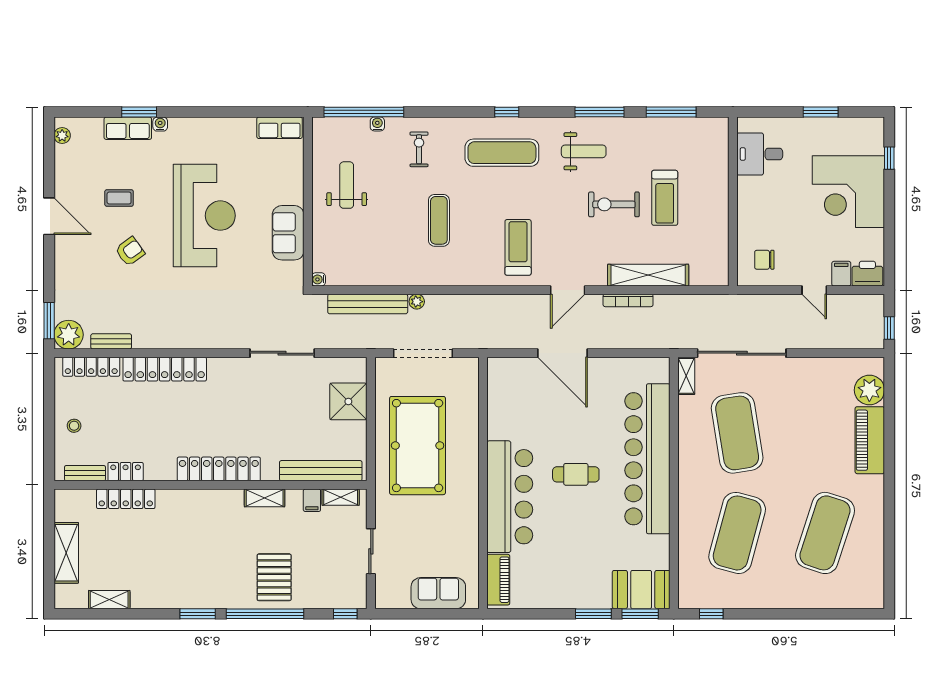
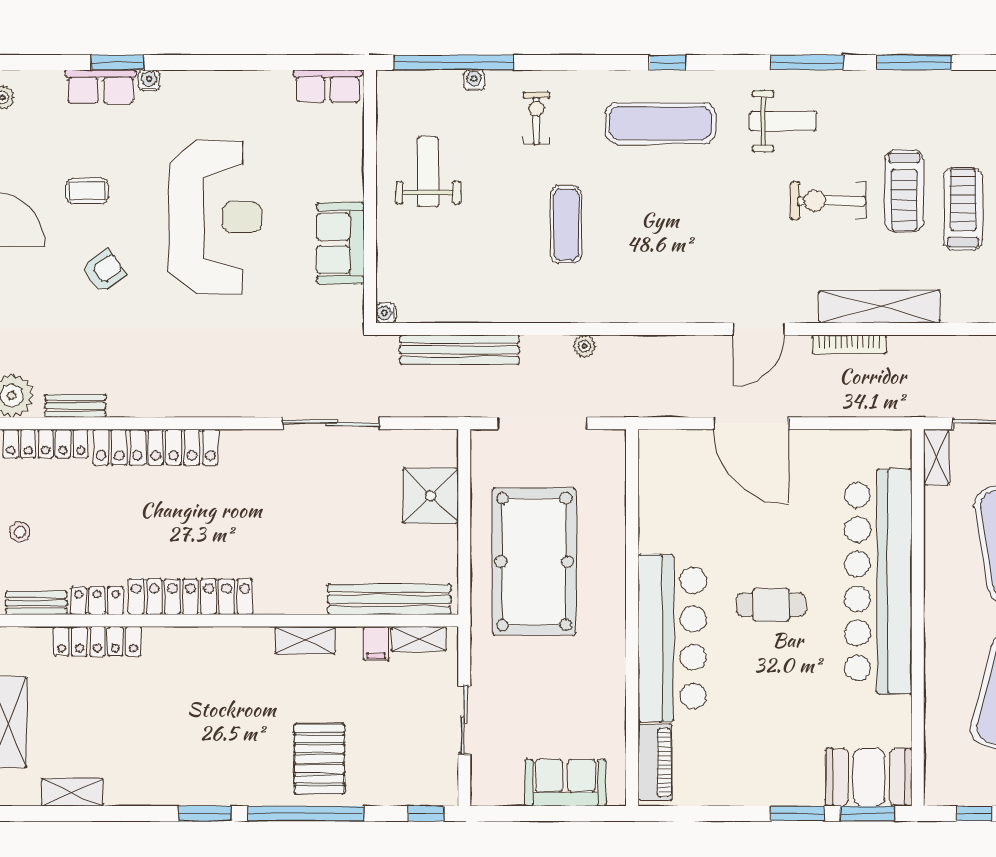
treadmill: (518, 247) -> (963, 209), moved
plant: (417, 302) -> (584, 346), moved
locker: (219, 469) -> (191, 597), moved

